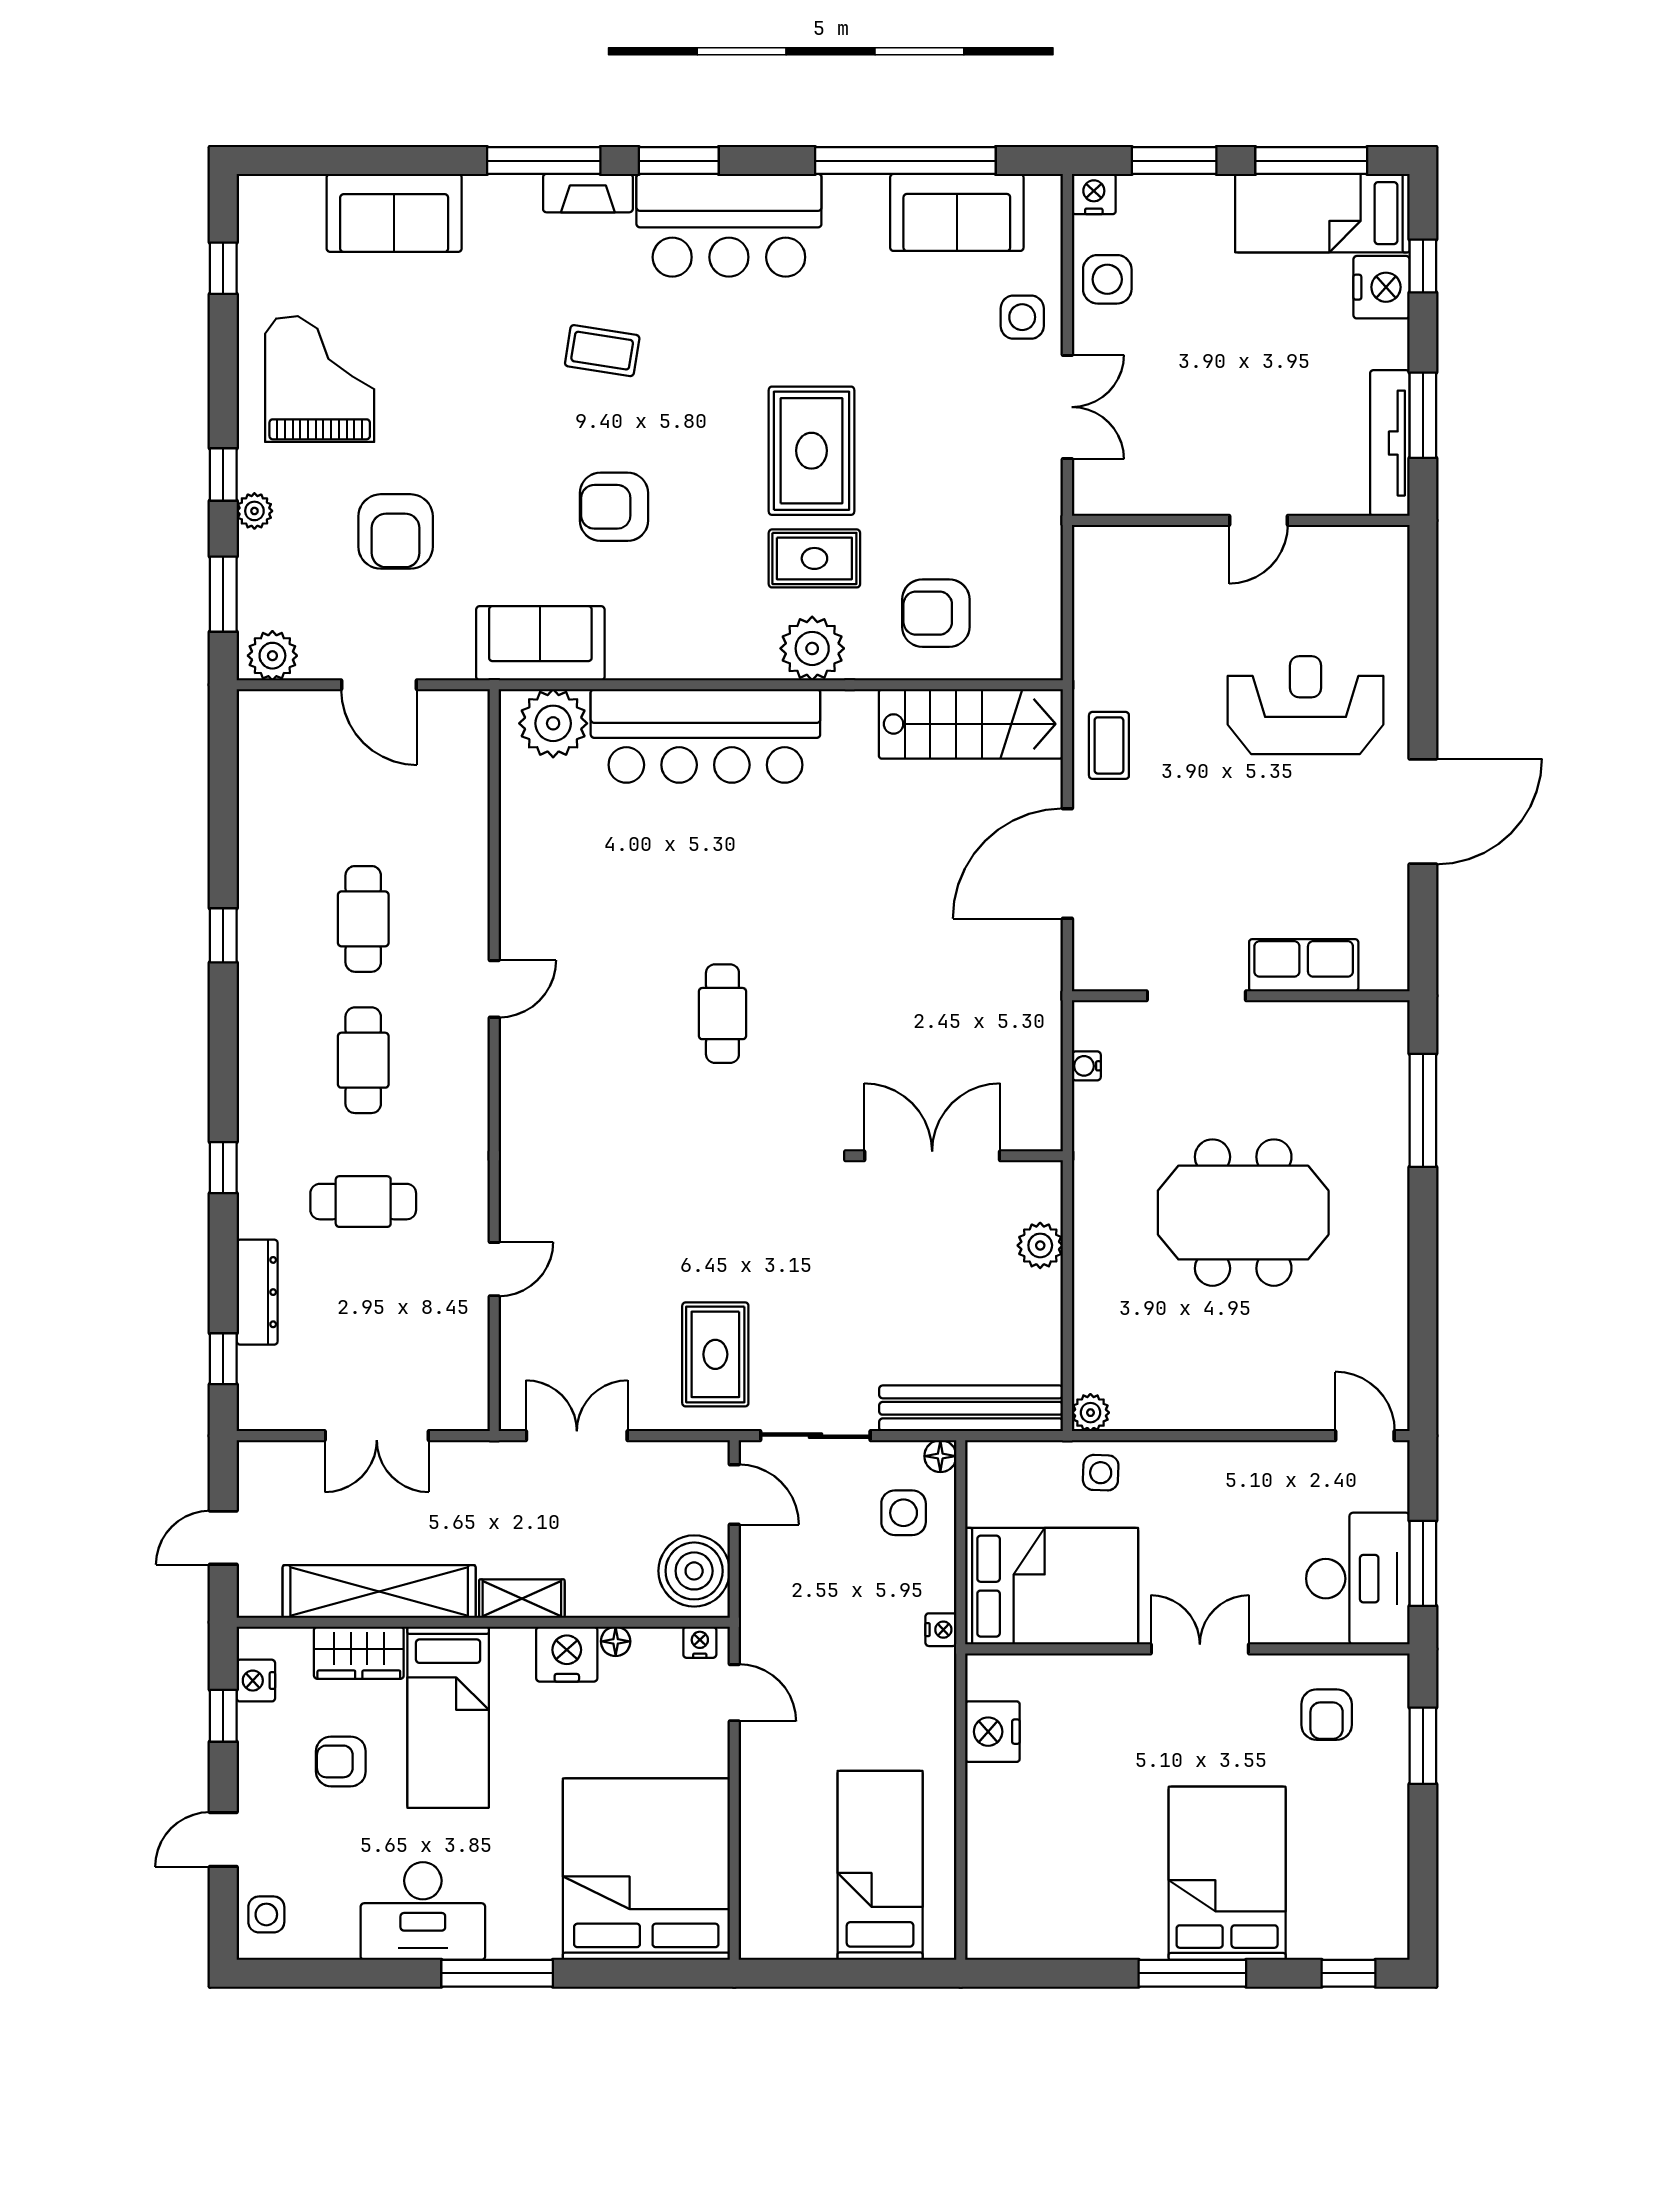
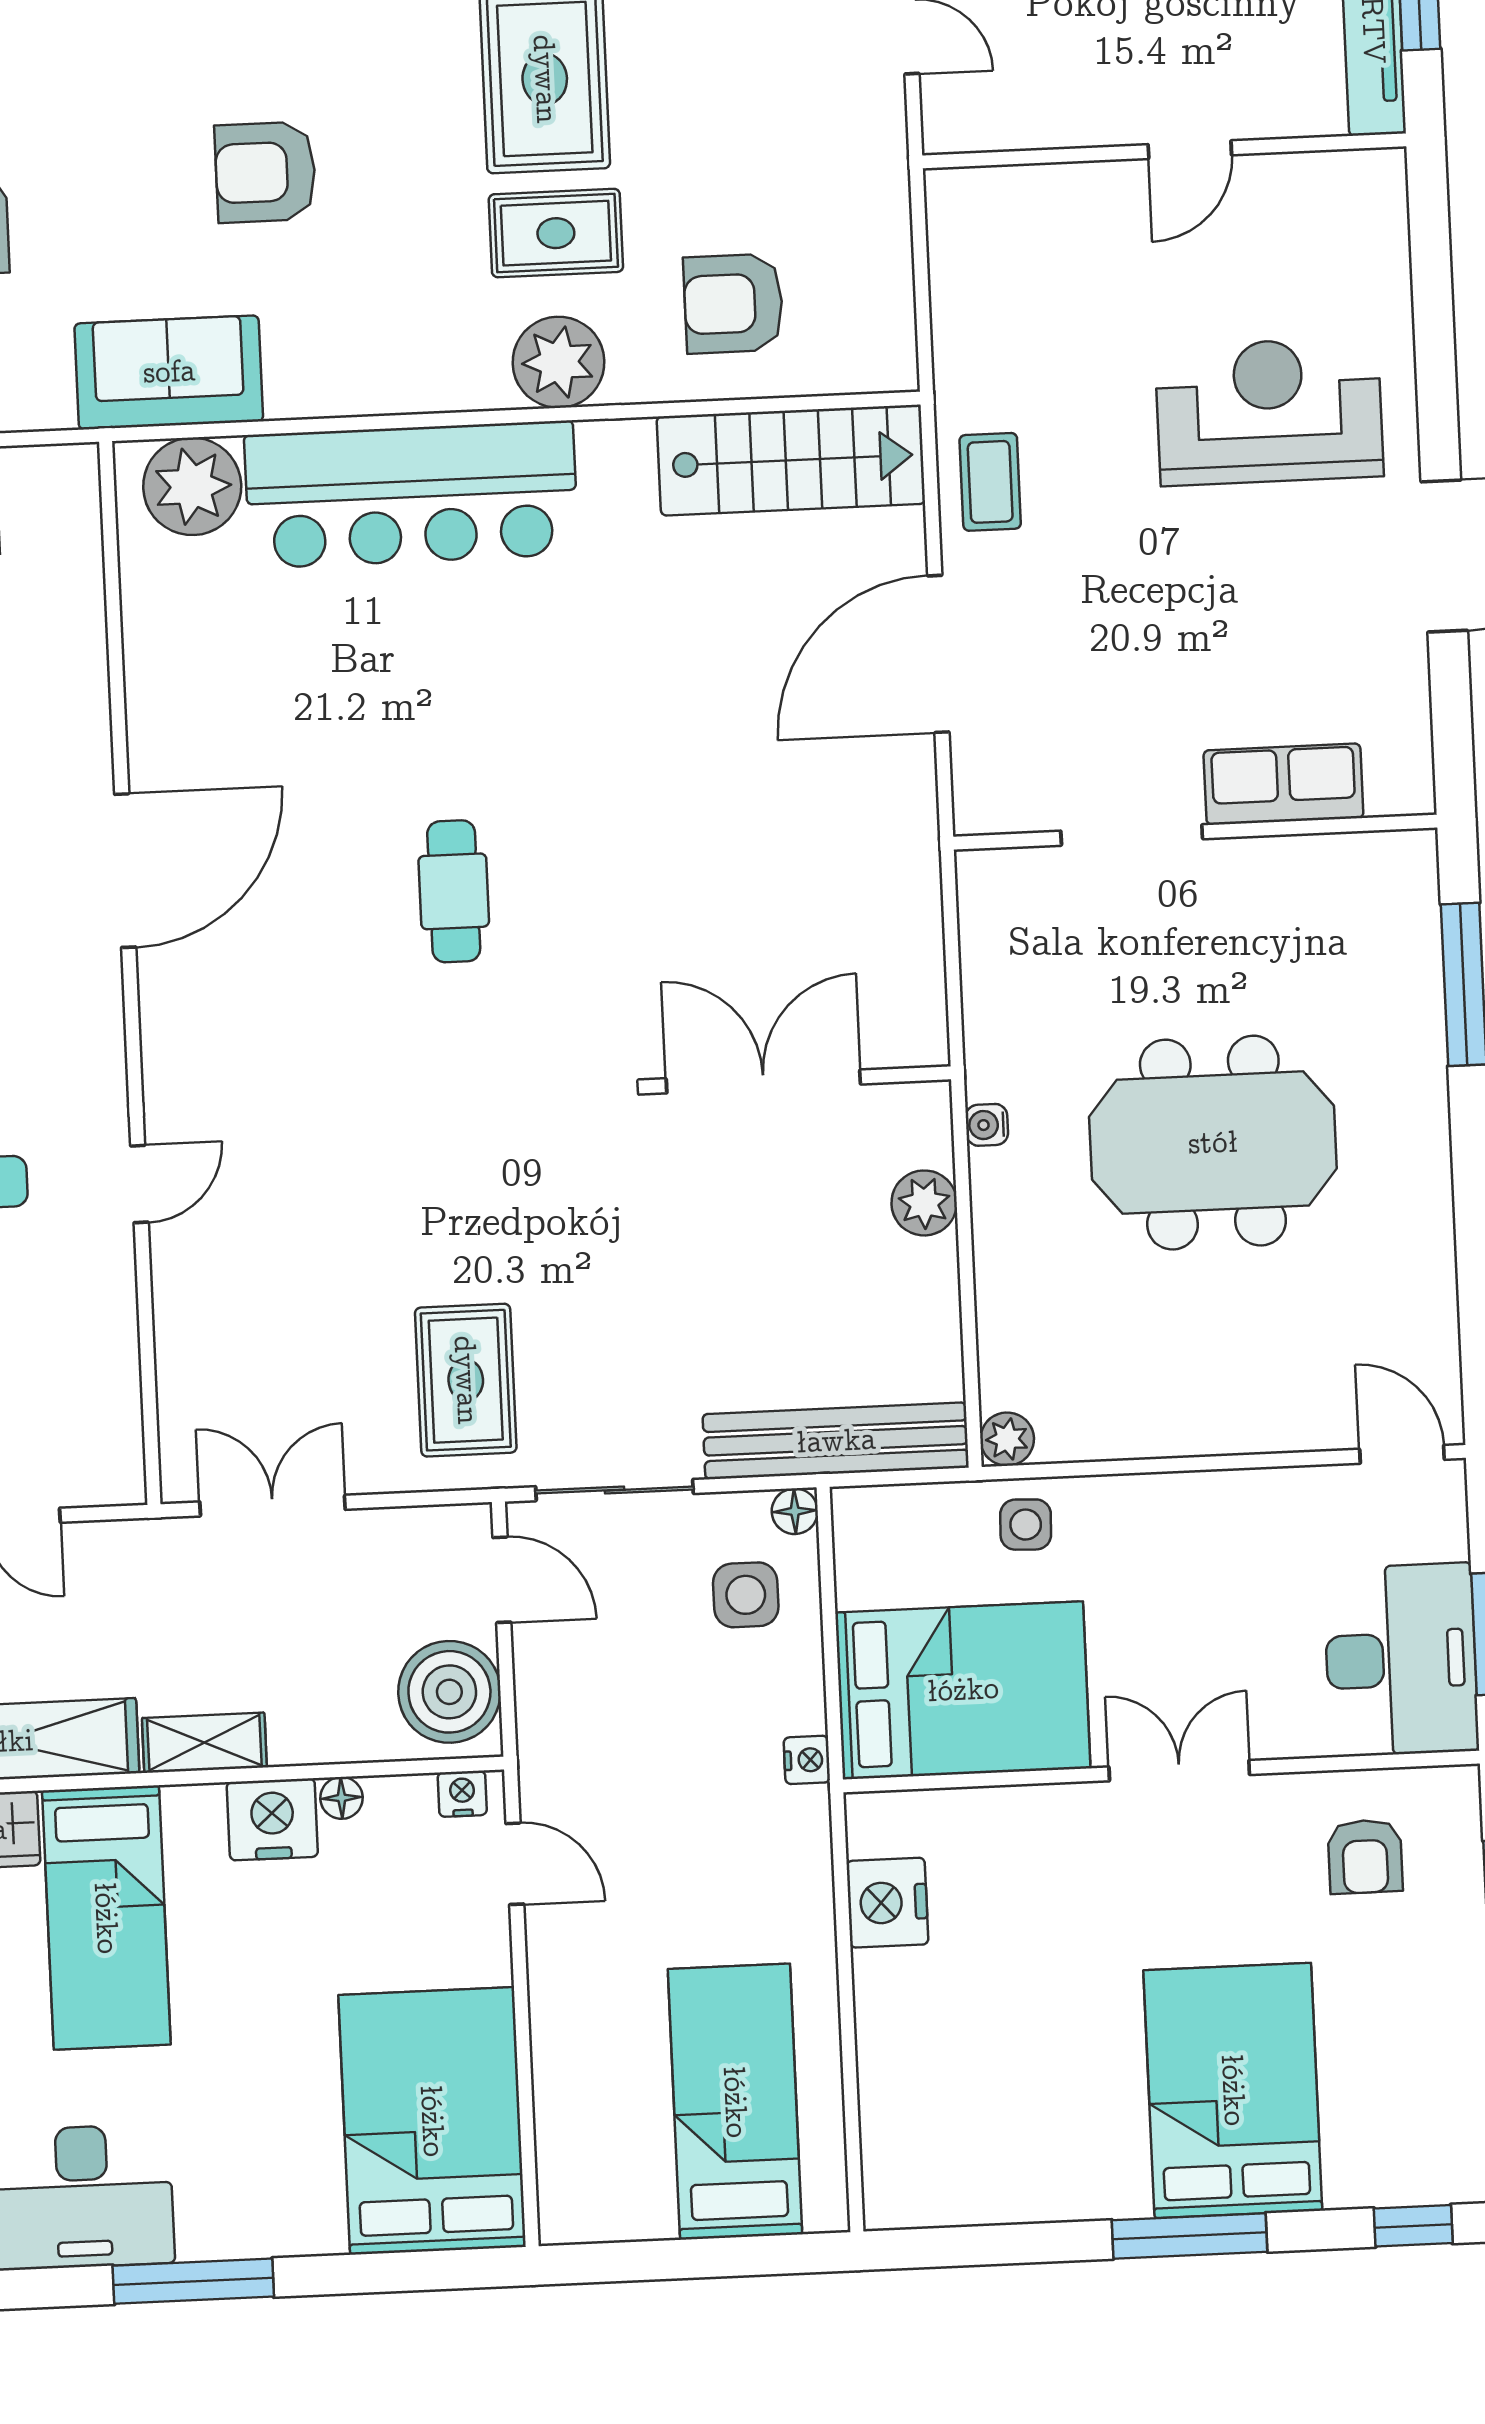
door: (494, 989) -> (125, 871), width x1.87
water cooler: (1086, 1066) -> (987, 1125), moved
door: (494, 1269) -> (139, 1184), moved
bed: (646, 1869) -> (432, 2121), width x0.73

